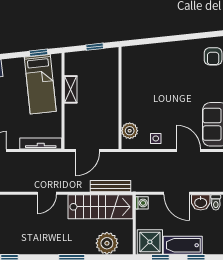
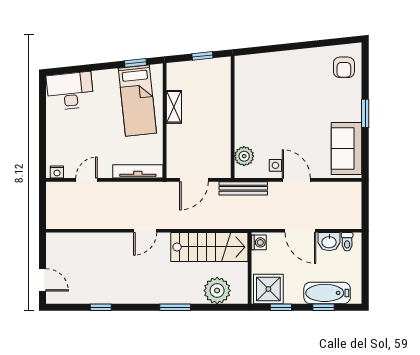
door: (189, 151) -> (296, 180), moved
bench: (110, 186) -> (243, 188), moved
bathtub: (183, 245) -> (327, 293), moved

